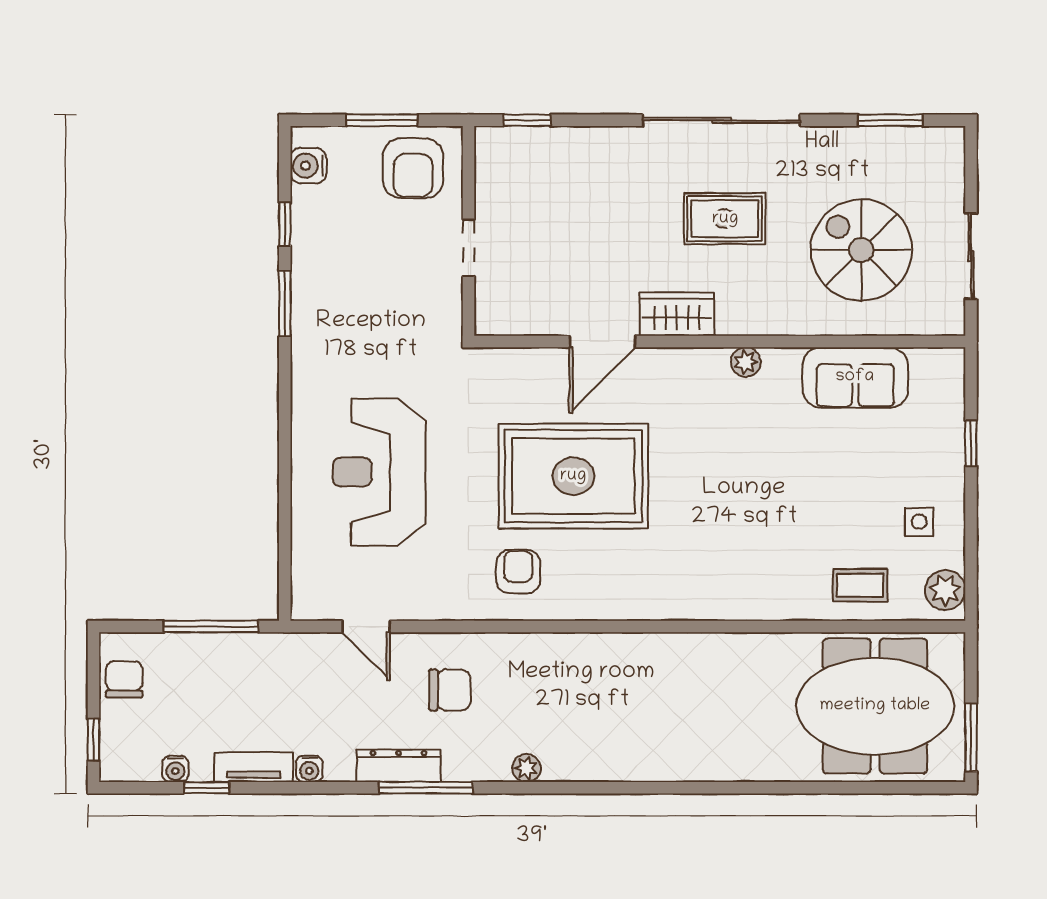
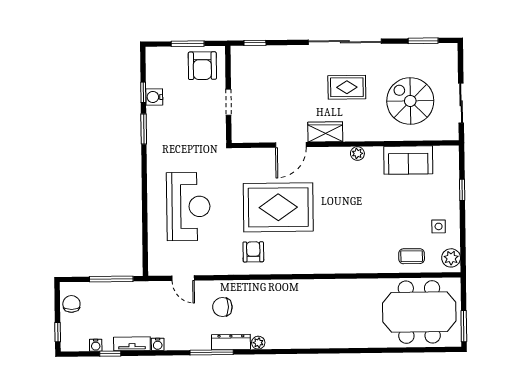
water cooler: (308, 166) -> (154, 97), moved
reception desk: (379, 472) -> (188, 206), turned 180
chair: (450, 690) -> (222, 307), turned 180
dresser: (399, 766) -> (231, 342), moved

